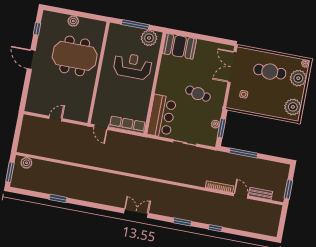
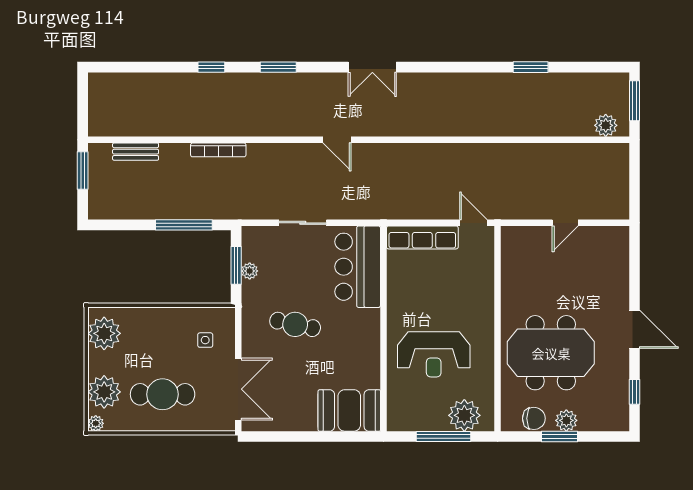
window: (78, 14) -> (560, 437), added
chair: (89, 25) -> (534, 418), added
plant: (149, 38) -> (464, 415), moved
door: (241, 196) -> (337, 140), moved

